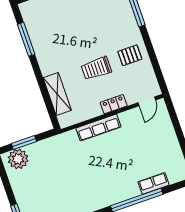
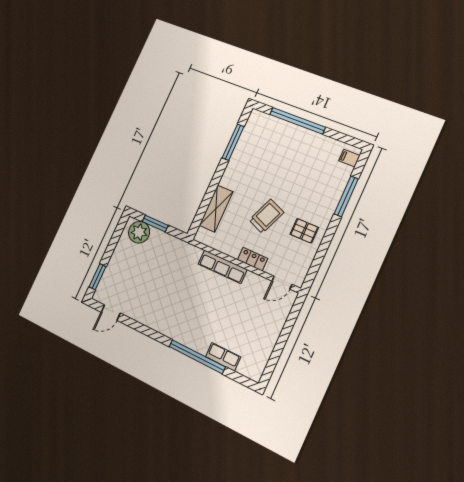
trolley: (96, 68) -> (266, 216), turned 112

